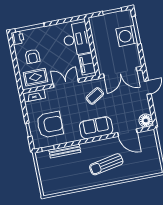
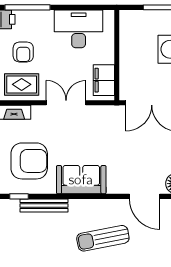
desk: (76, 39) -> (79, 29), moved, turned -90
coffee table: (95, 96) -> (106, 131), removed
sofa: (96, 128) -> (81, 180), moved

